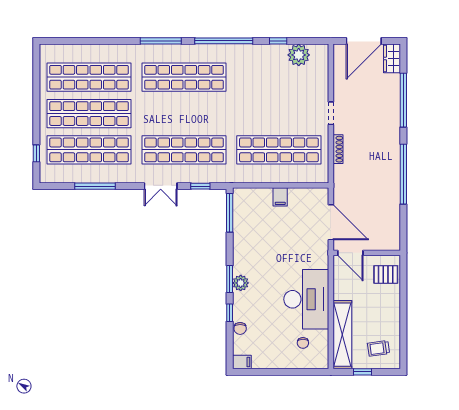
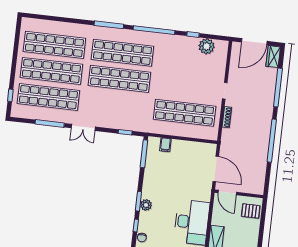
shop shelf: (184, 150) -> (119, 79), moved
double door: (161, 186) -> (83, 127), moved
filing cabinet: (280, 197) -> (165, 145), moved

